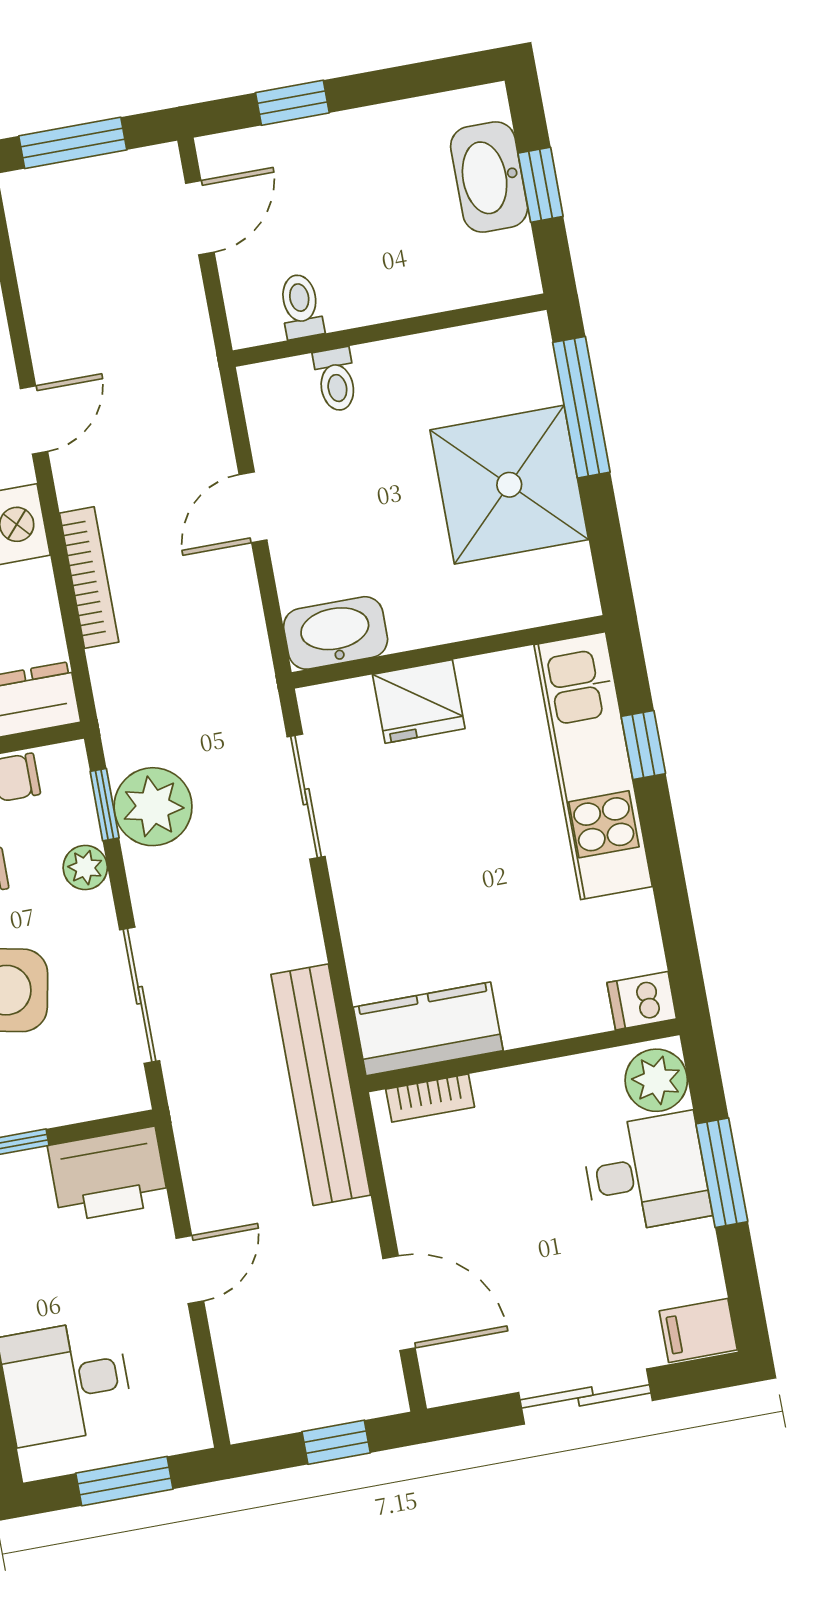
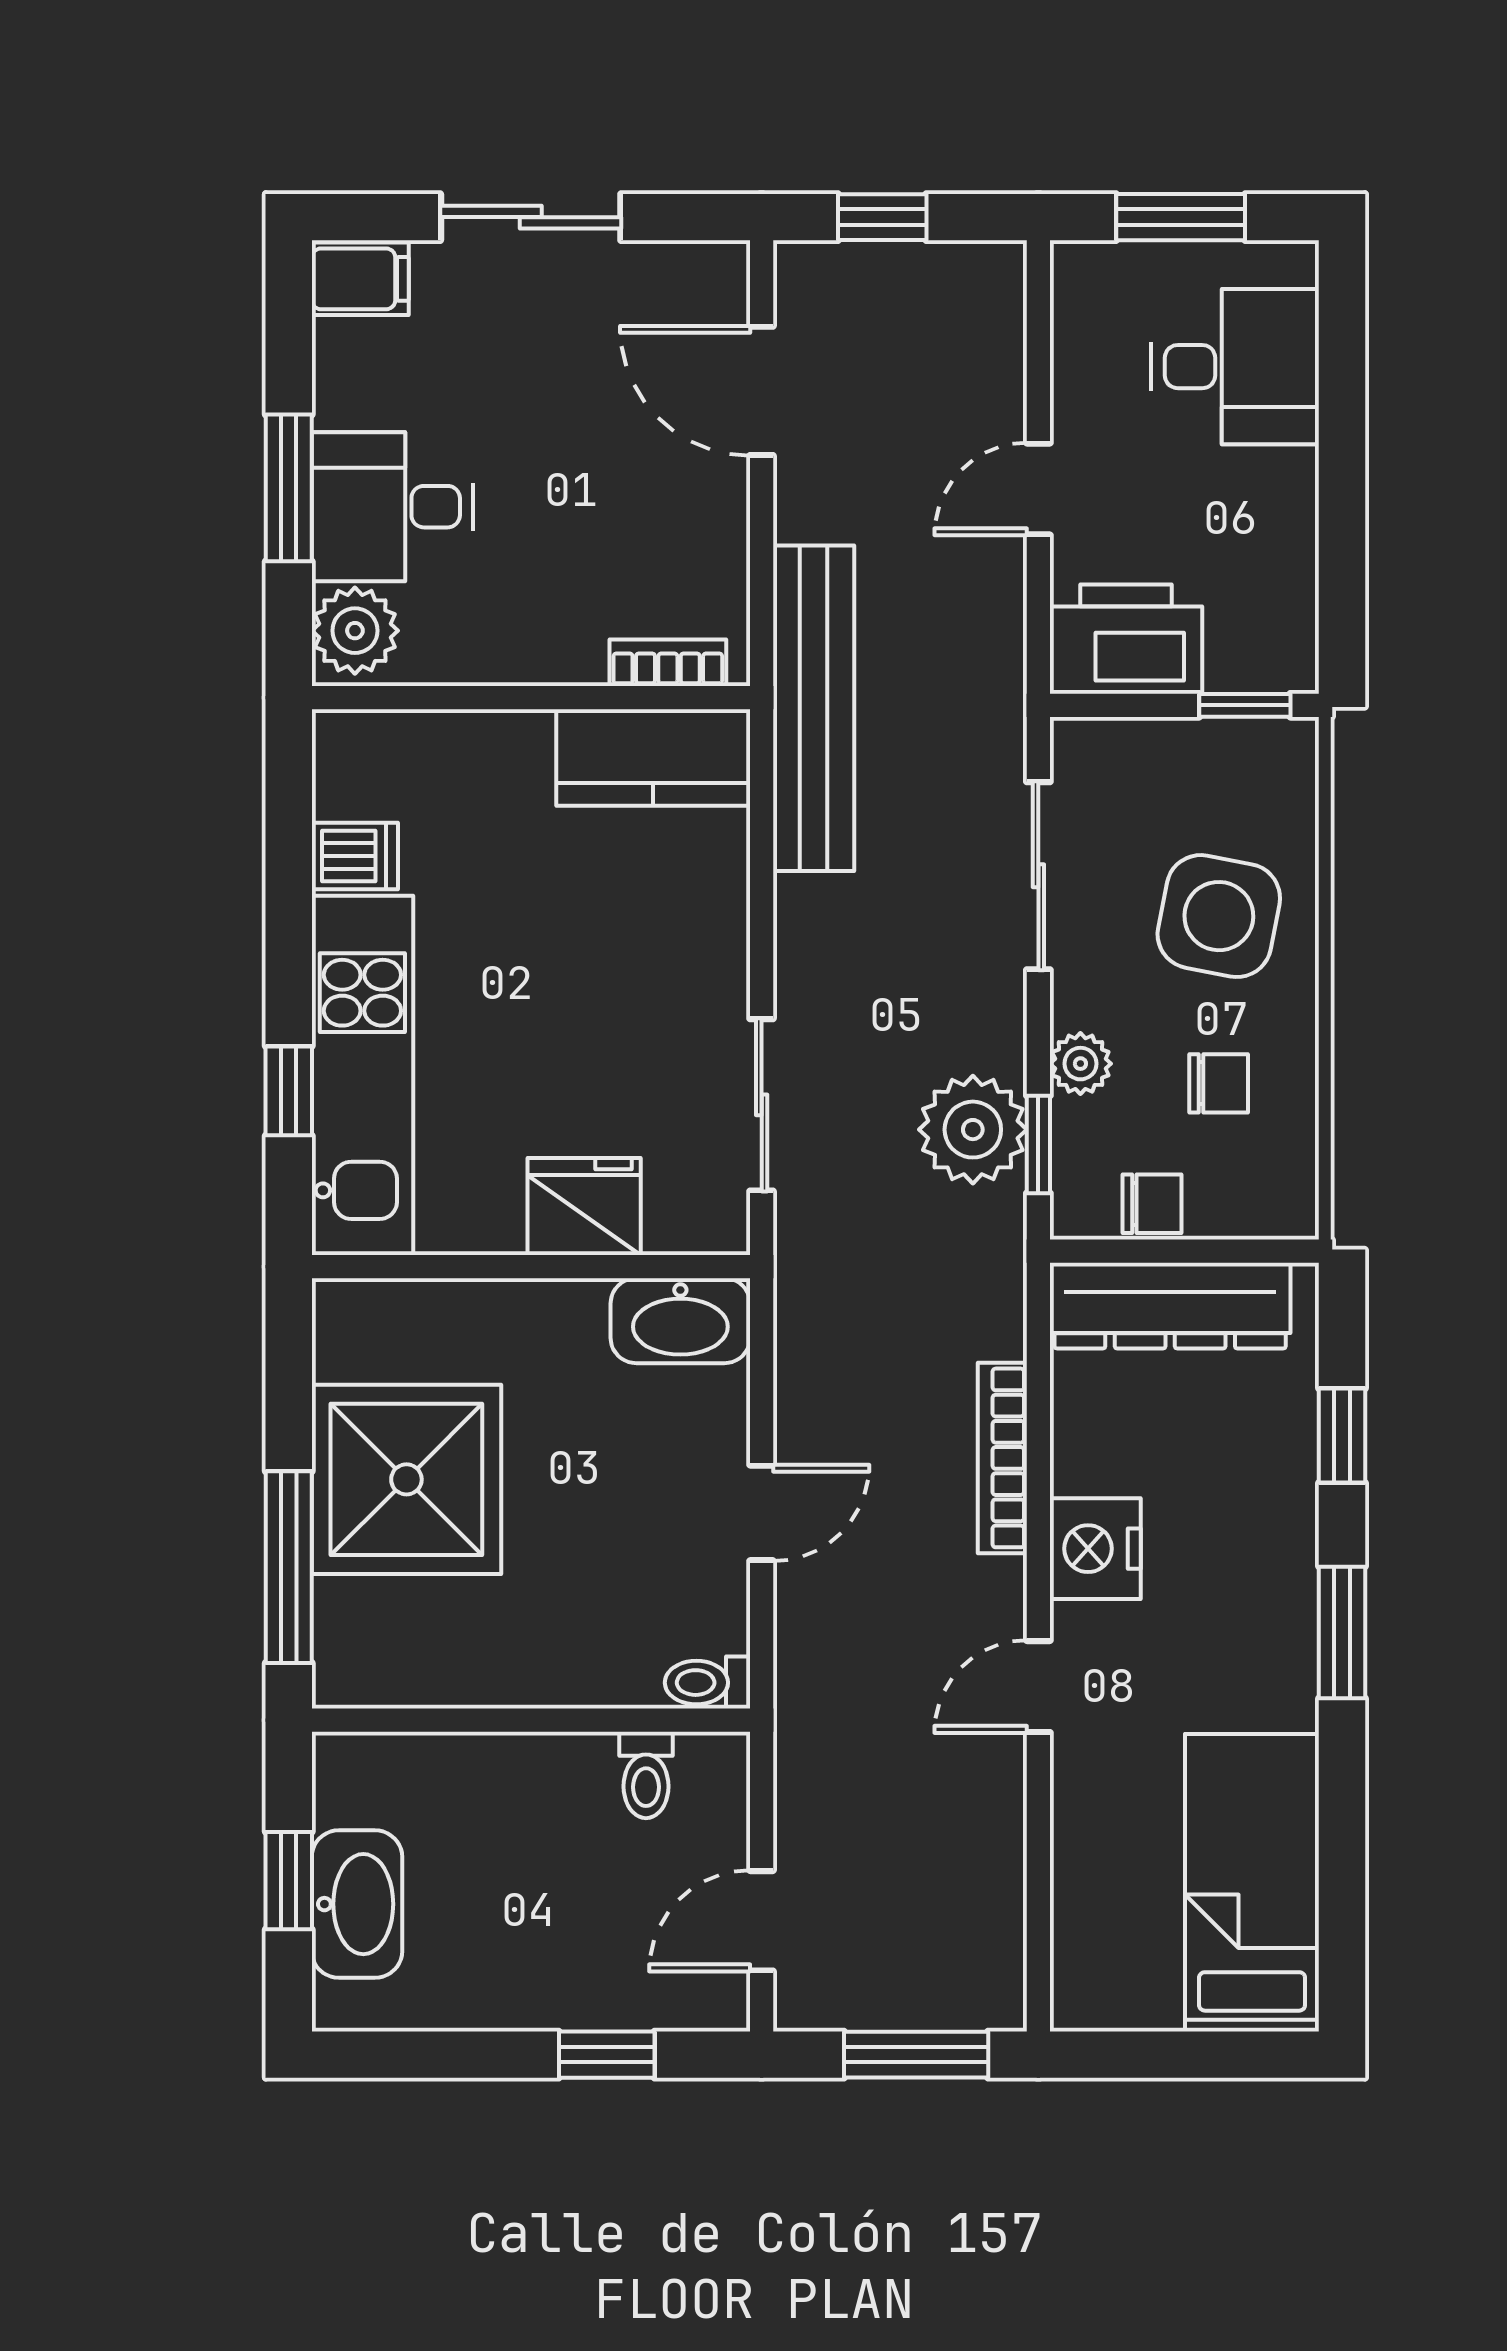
toilet: (336, 380) -> (707, 1683), moved, turned -90
dishwasher: (642, 1001) -> (355, 856), moved

